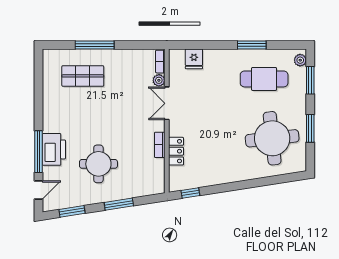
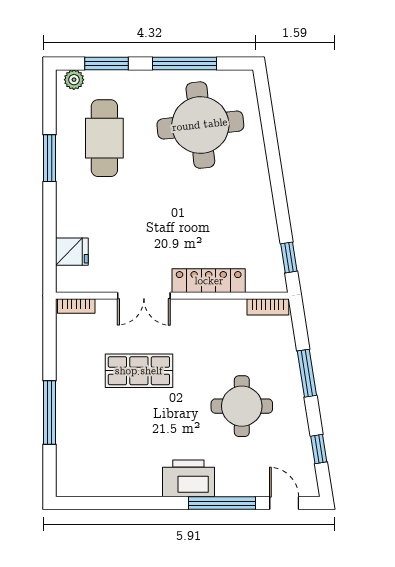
shop shelf: (83, 76) -> (139, 371), moved, turned 90
plant: (159, 80) -> (107, 308), removed
window: (310, 128) -> (185, 64), width x1.44
bookcase: (160, 145) -> (268, 307), moved
printer: (54, 149) -> (188, 478), moved
locker: (176, 151) -> (209, 281), width x1.53
window: (72, 211) -> (319, 449), width x0.67

